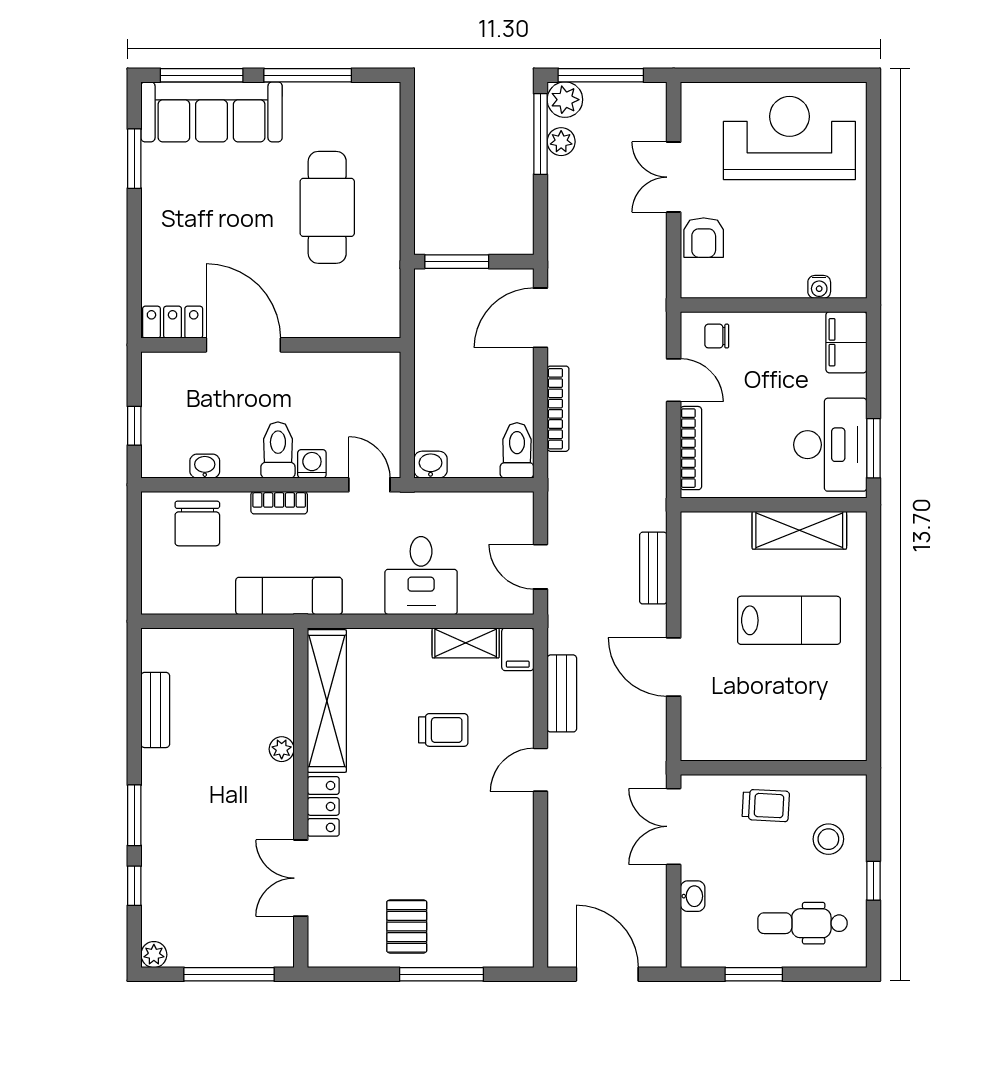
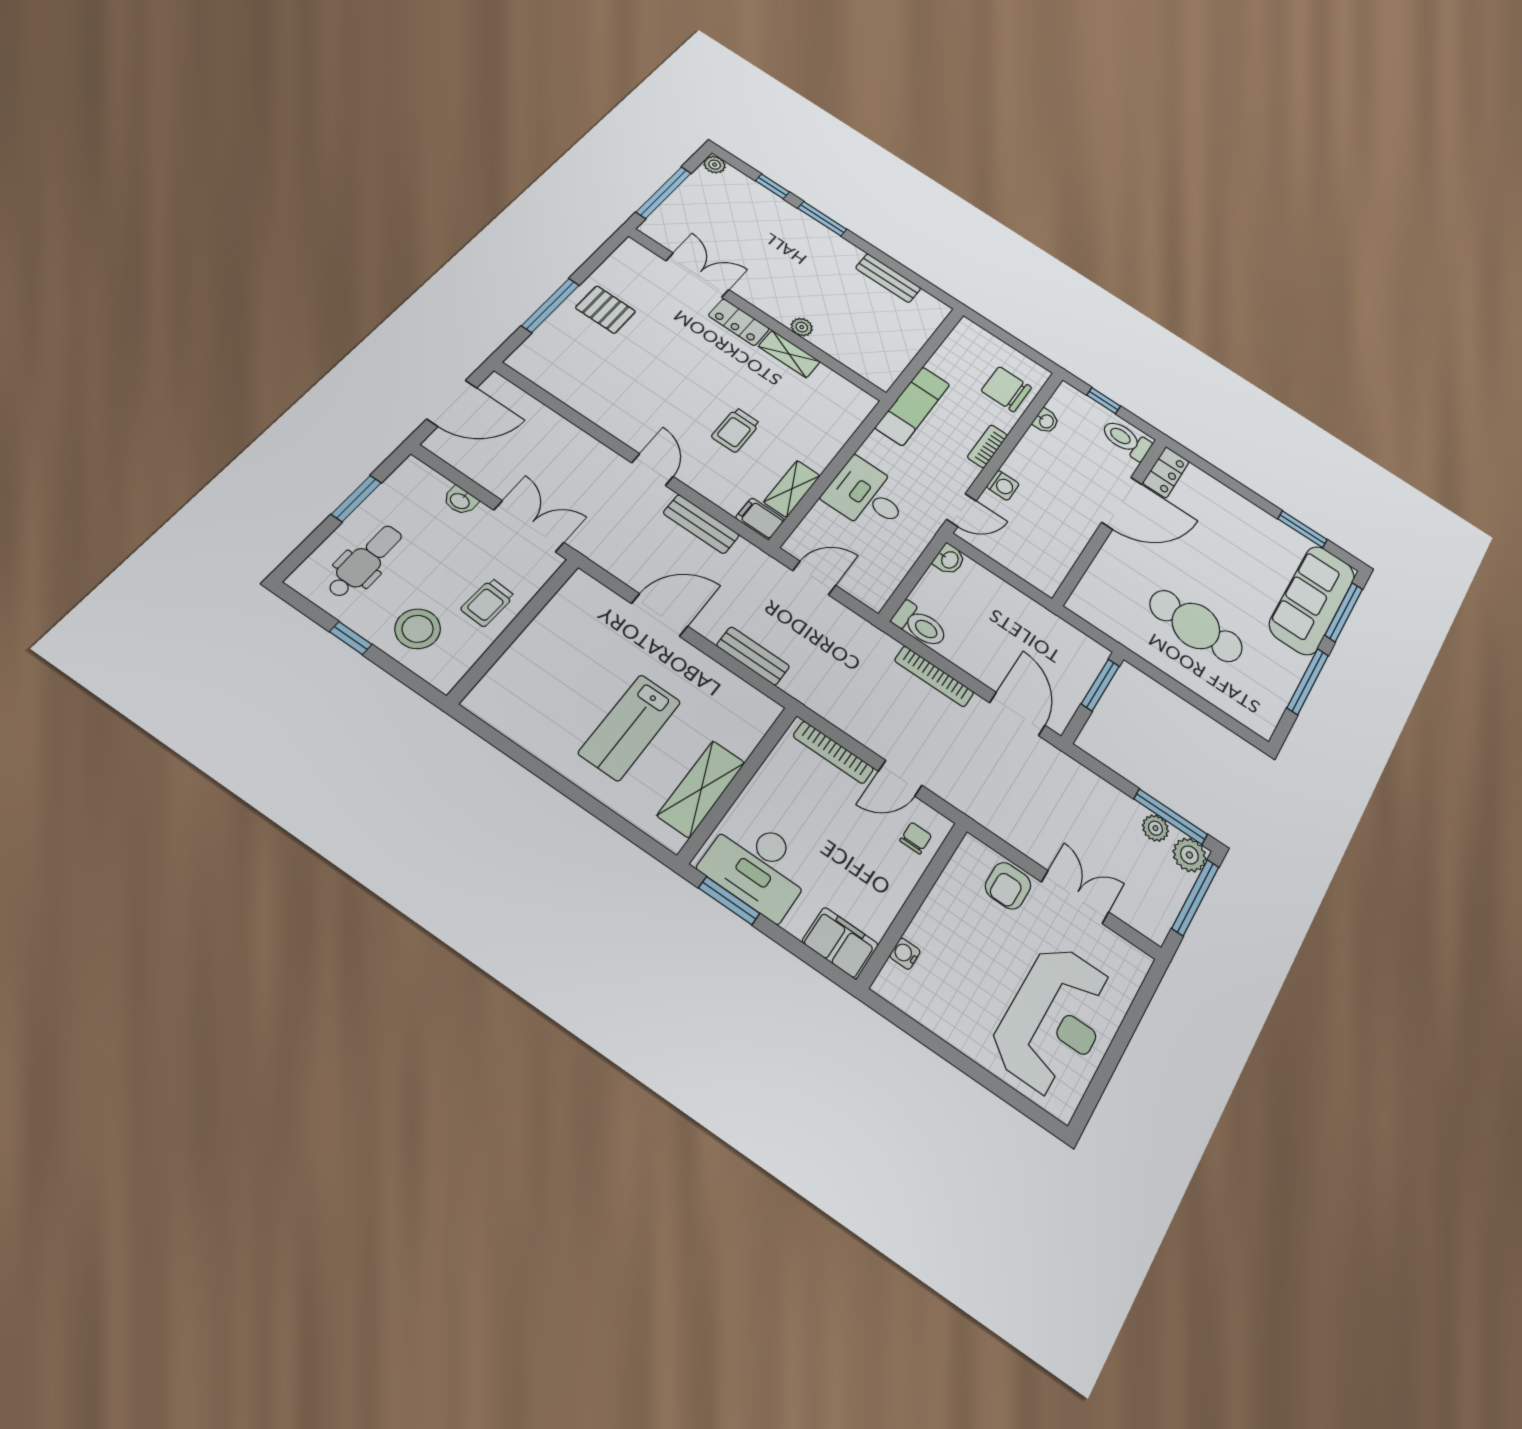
armchair: (704, 238) -> (1008, 886), turned -90
toilet: (278, 450) -> (1126, 440), moved, turned 180
shelving: (327, 701) -> (789, 354), width x0.45, depth x0.75
stool: (828, 839) -> (418, 629), width x1.38, depth x1.38

